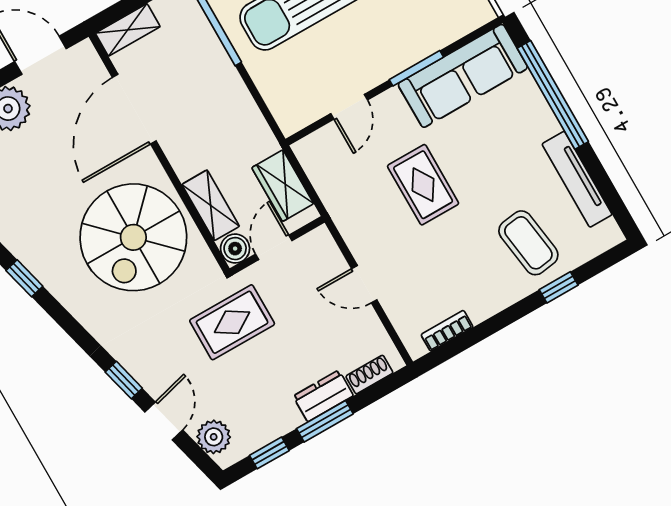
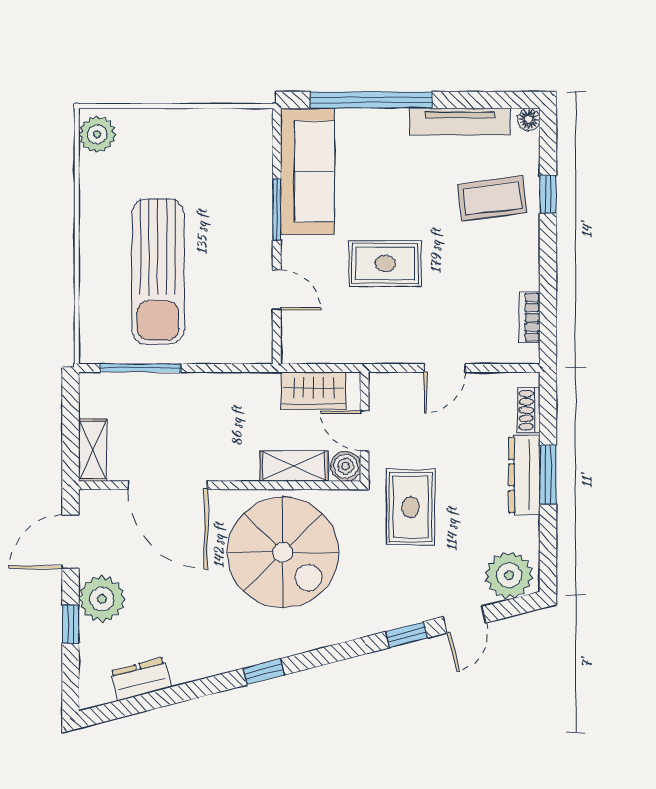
floor lamp: (612, 235) -> (529, 119), added
dresser: (323, 396) -> (524, 475), width x1.44
door: (164, 421) -> (464, 620), swing flipped
plant: (214, 437) -> (509, 575), width x1.36, depth x1.36
window: (269, 453) -> (548, 541), removed

